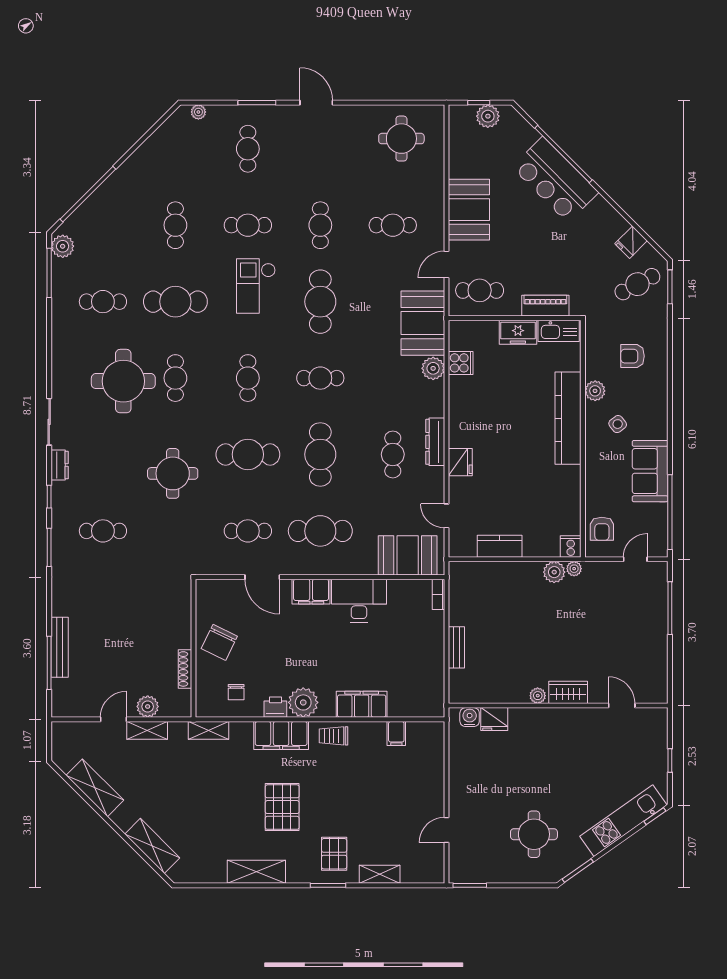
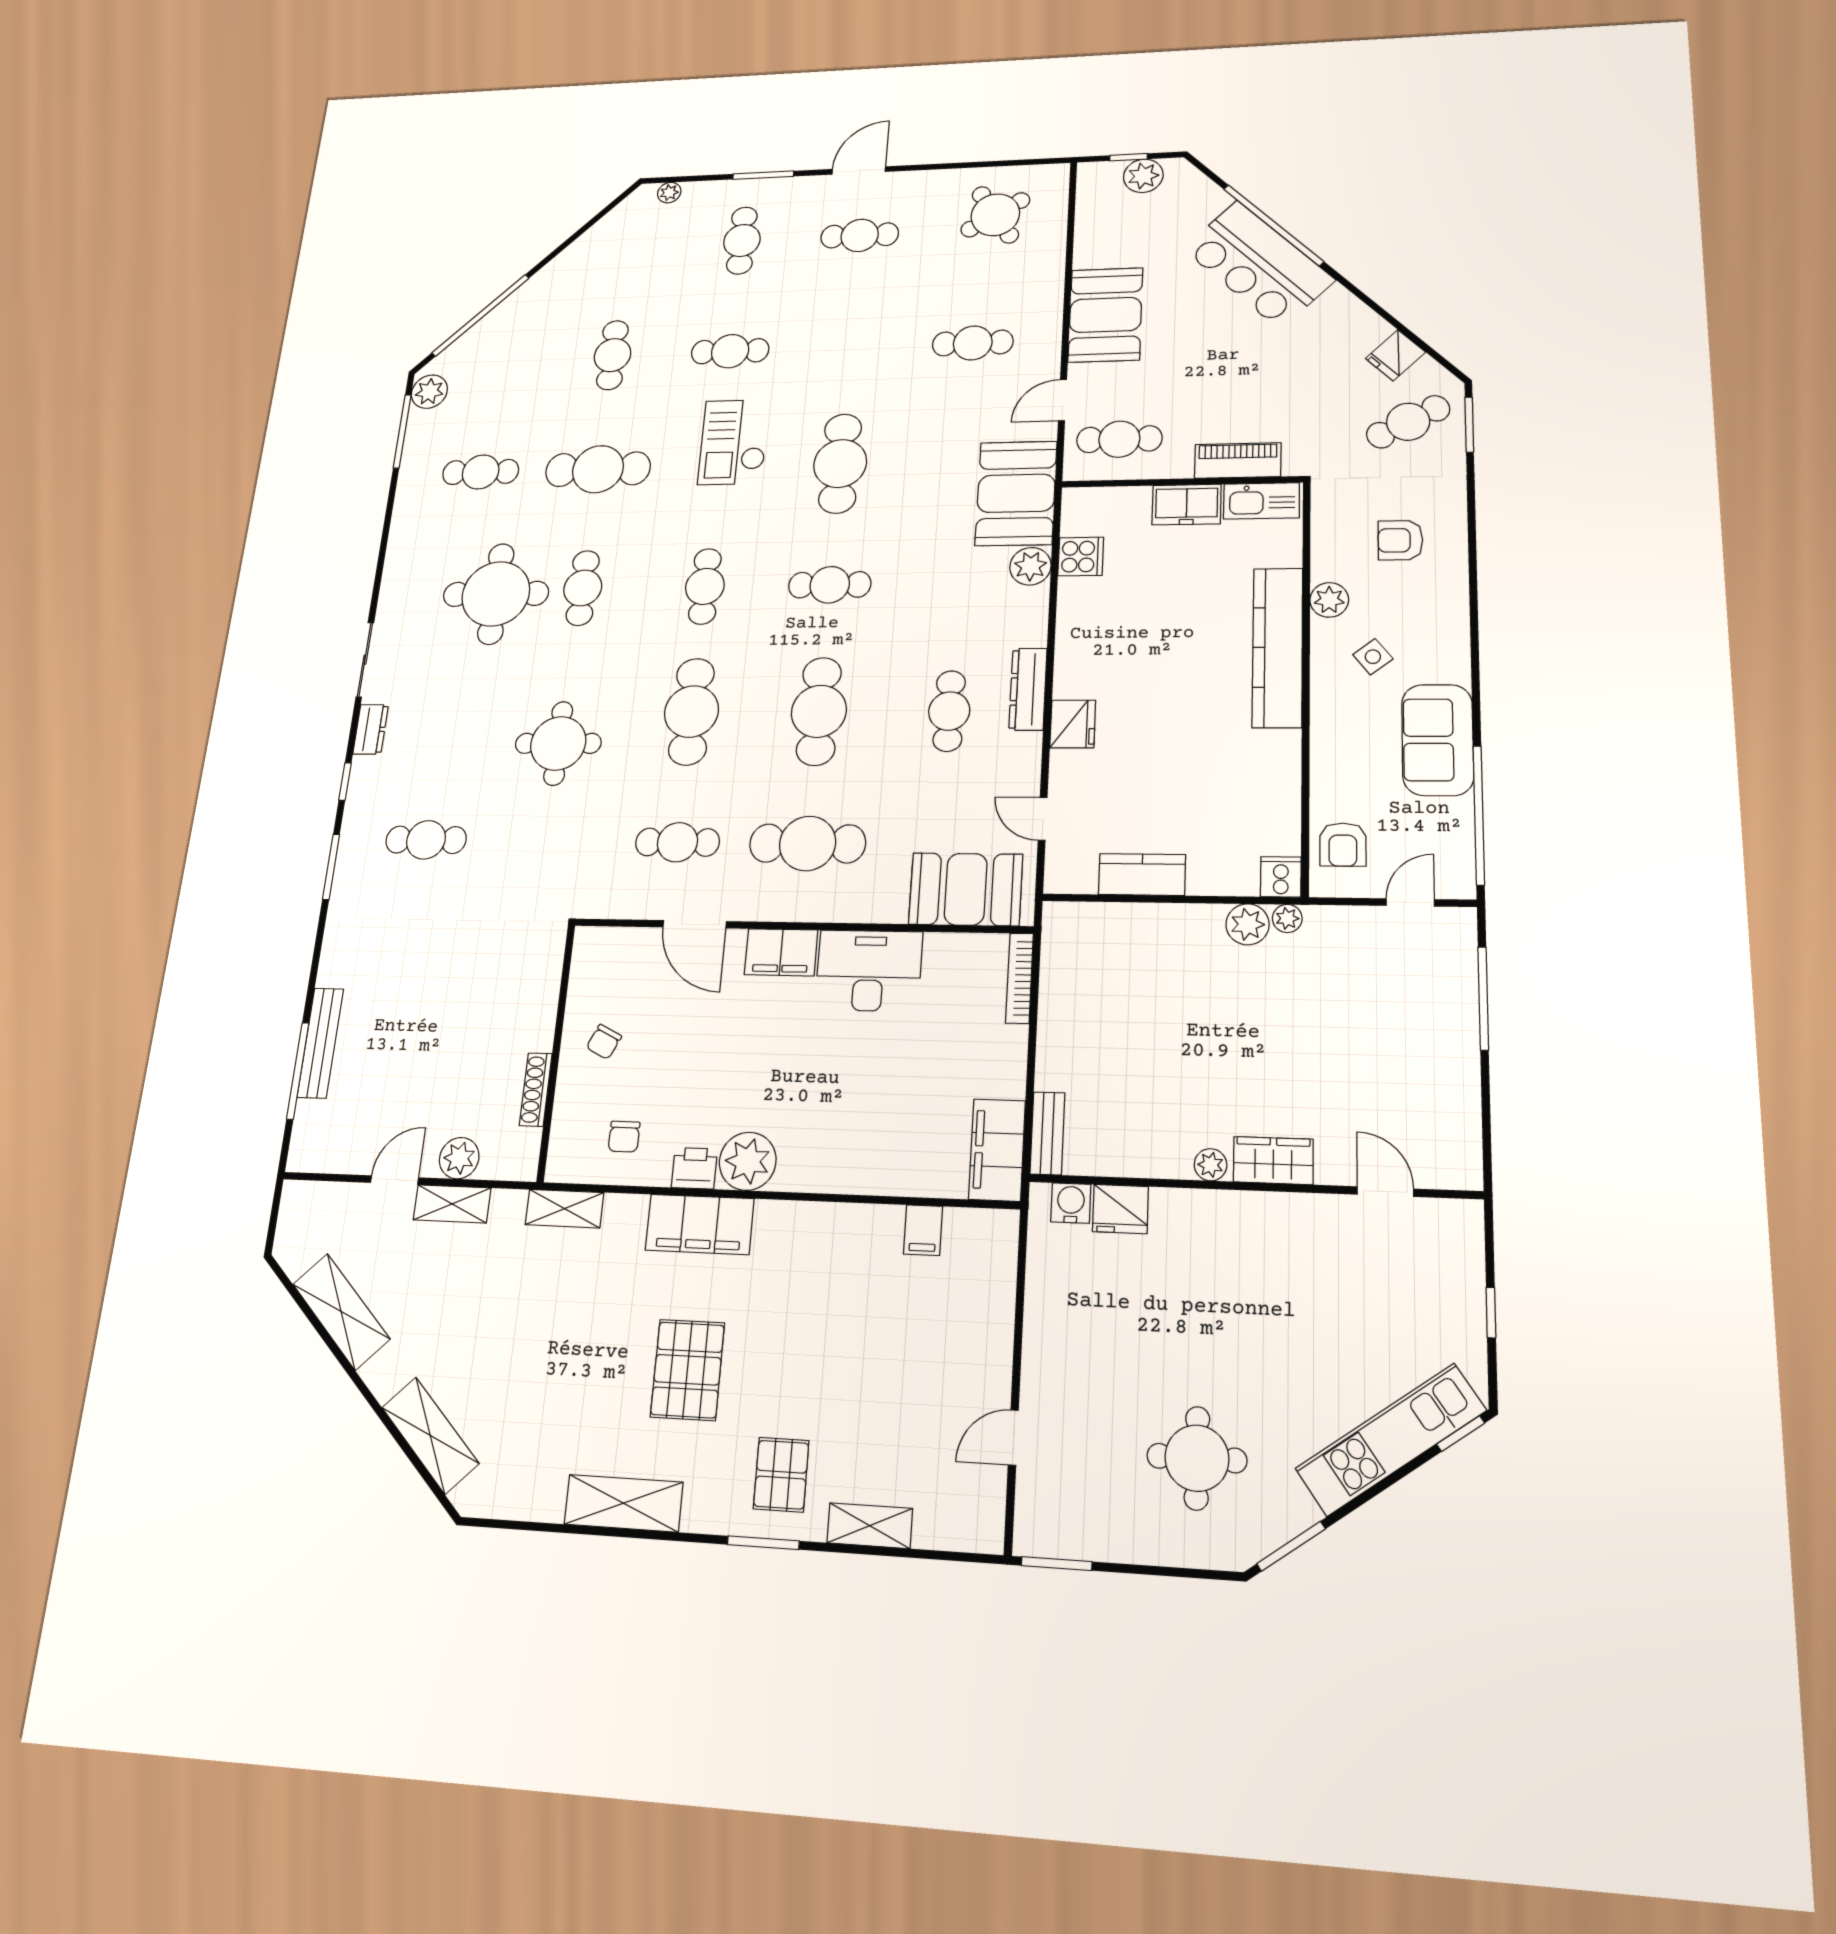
door: (316, 103) -> (859, 170), hinge flipped
round table: (401, 139) -> (995, 215), turned -32
cafe table: (320, 225) -> (860, 235), moved, turned 90
cafe table: (248, 454) -> (691, 712), turned 90
bookcase: (438, 594) -> (1019, 978), width x1.56
chair: (219, 642) -> (604, 1042), width x0.54, depth x0.54
bench: (456, 647) -> (1047, 1133), moved
filing cabinet: (362, 704) -> (997, 1150), moved, turned -90
trolley: (334, 736) -> (800, 1230), removed

